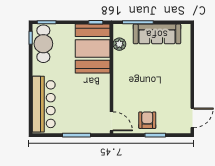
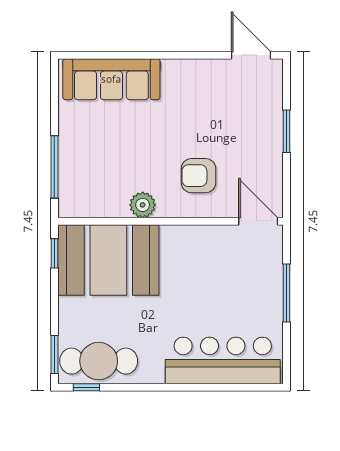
sofa: (157, 34) -> (111, 79), moved, turned 90
plant: (119, 44) -> (143, 205), moved
armchair: (147, 120) -> (199, 176), moved
door: (111, 121) -> (258, 221), hinge flipped

